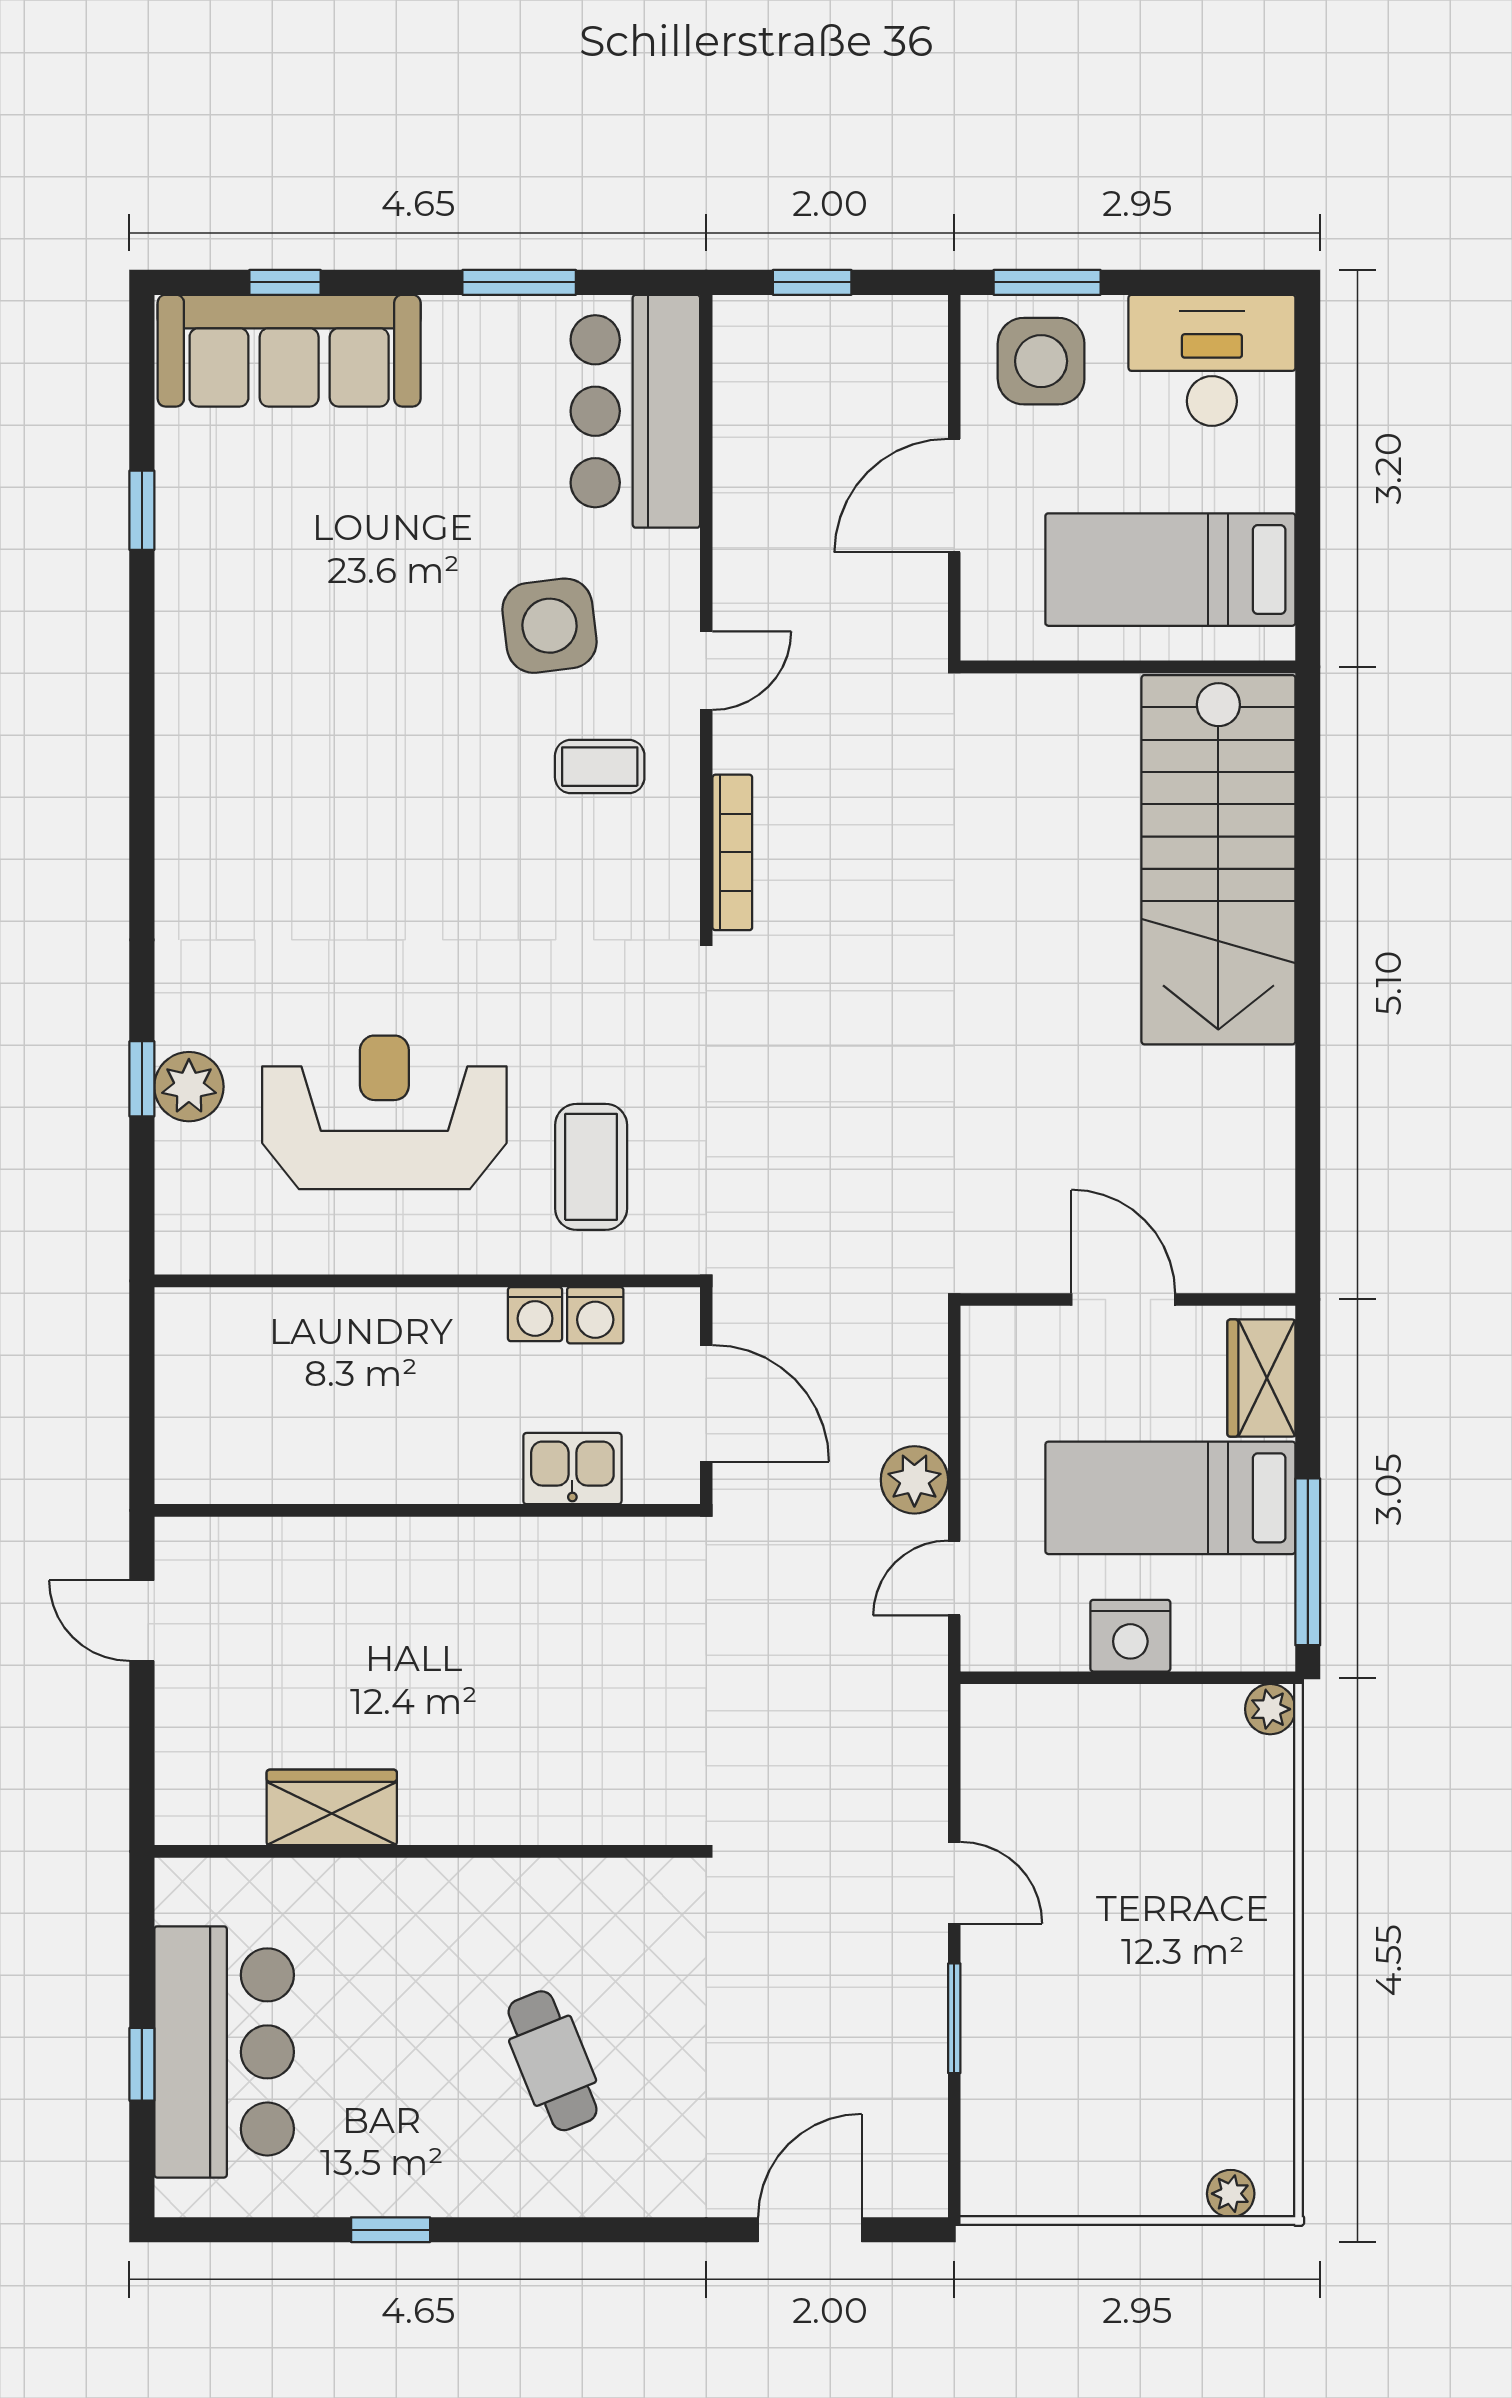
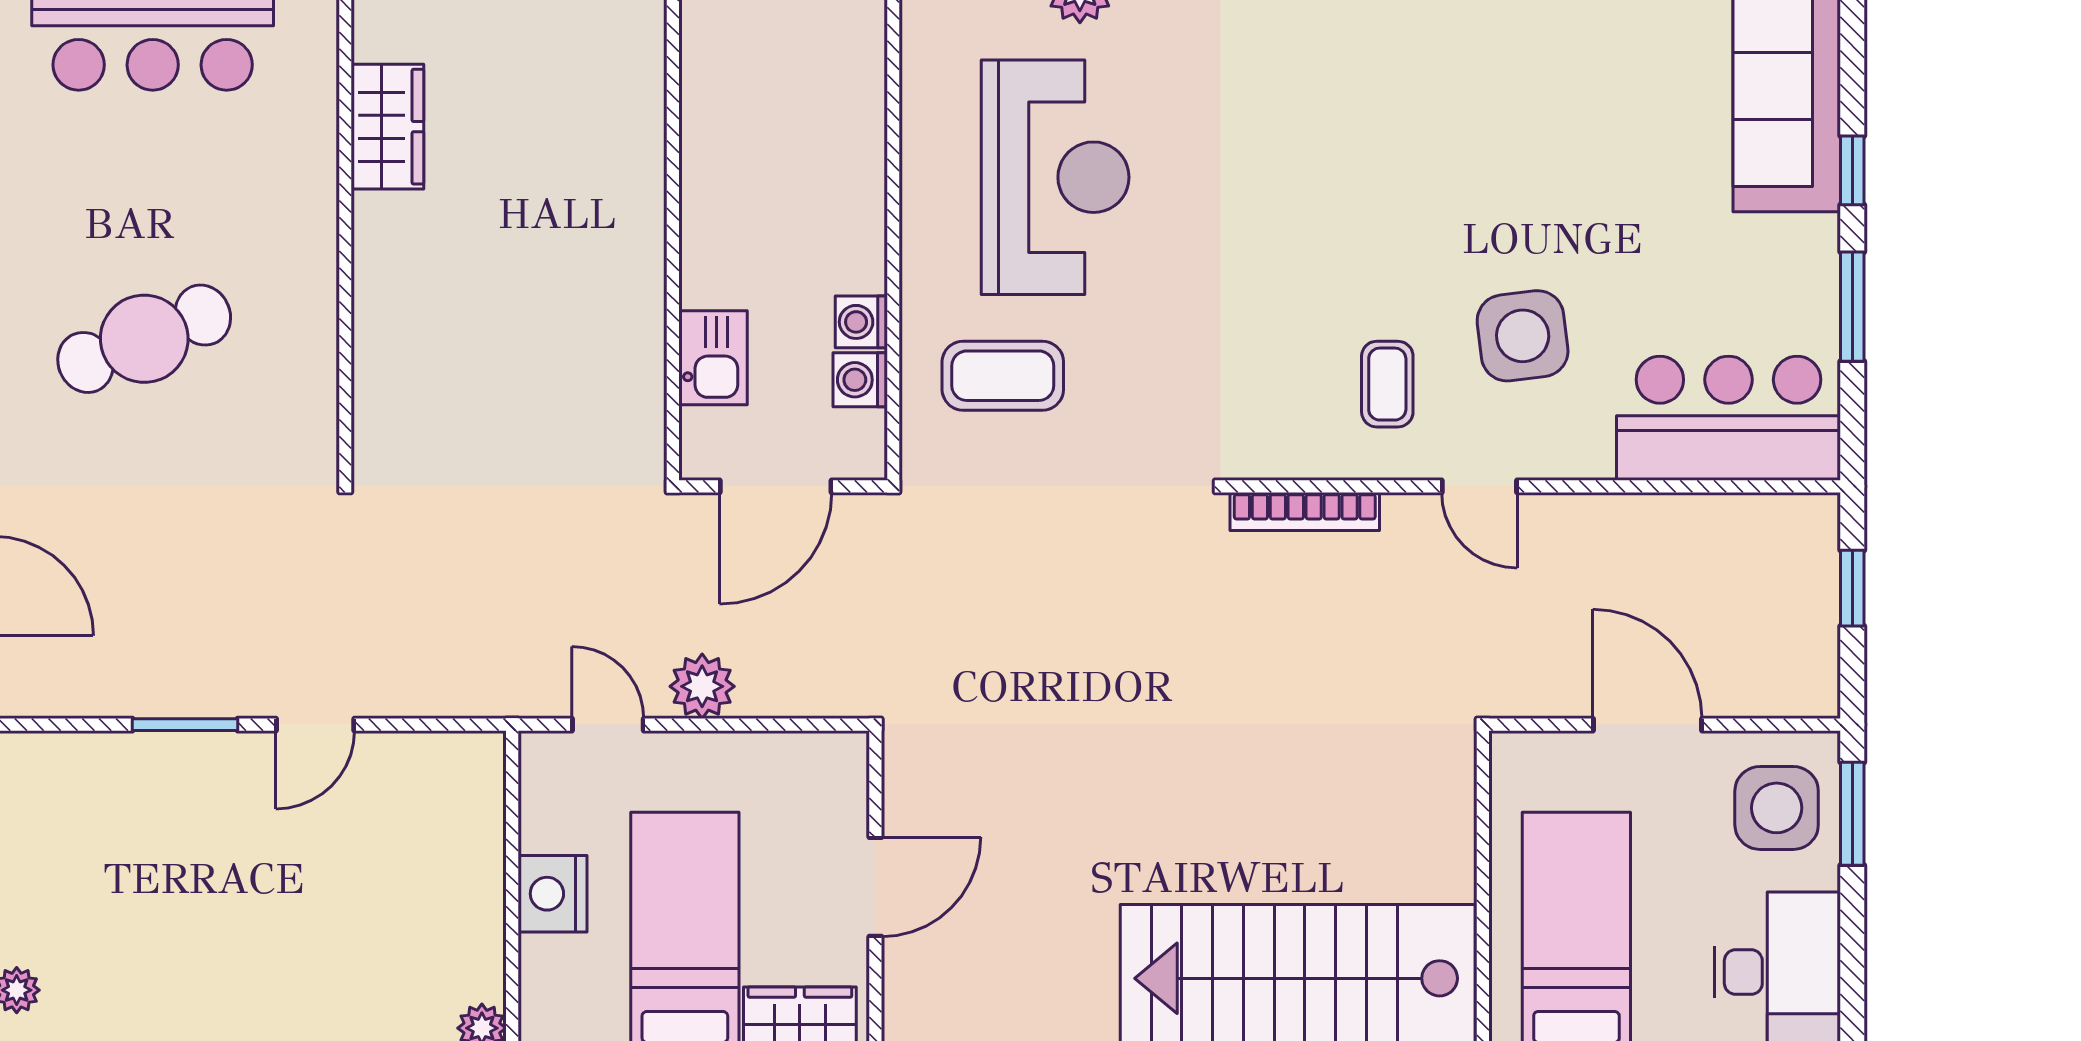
window: (285, 282) -> (1852, 170), moved
cafe table: (553, 2061) -> (144, 339), width x1.37, depth x1.35

